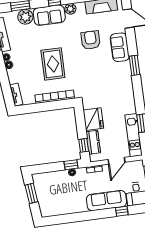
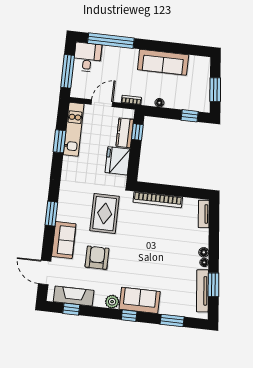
plant: (25, 17) -> (169, 306), removed
armchair: (91, 40) -> (97, 258), turned 180
rug: (53, 64) -> (105, 214), moved
window: (71, 165) -> (190, 116), moved
sofa: (106, 201) -> (163, 62), moved
window: (122, 211) -> (111, 41), width x3.17

